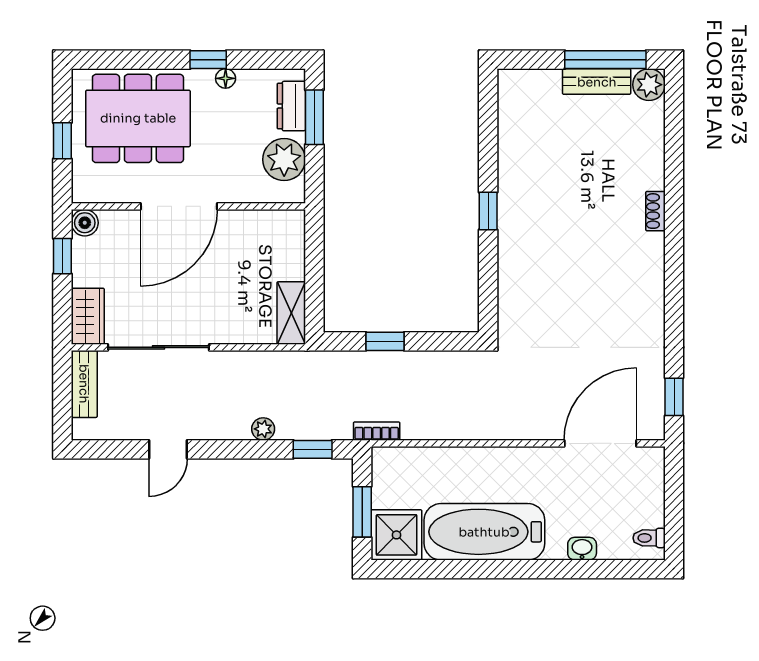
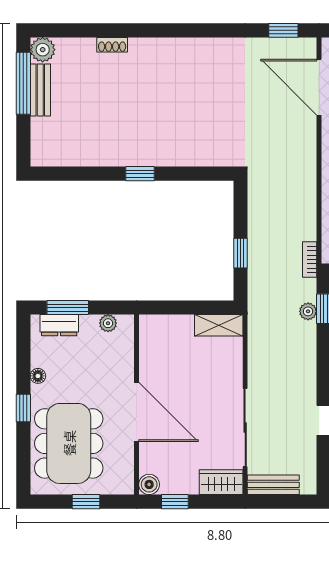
window: (208, 60) -> (23, 408), moved
plant: (284, 160) -> (108, 323), width x0.53, depth x0.53
shoe rack: (655, 211) -> (112, 45), moved
plant: (263, 429) -> (308, 311), moved

